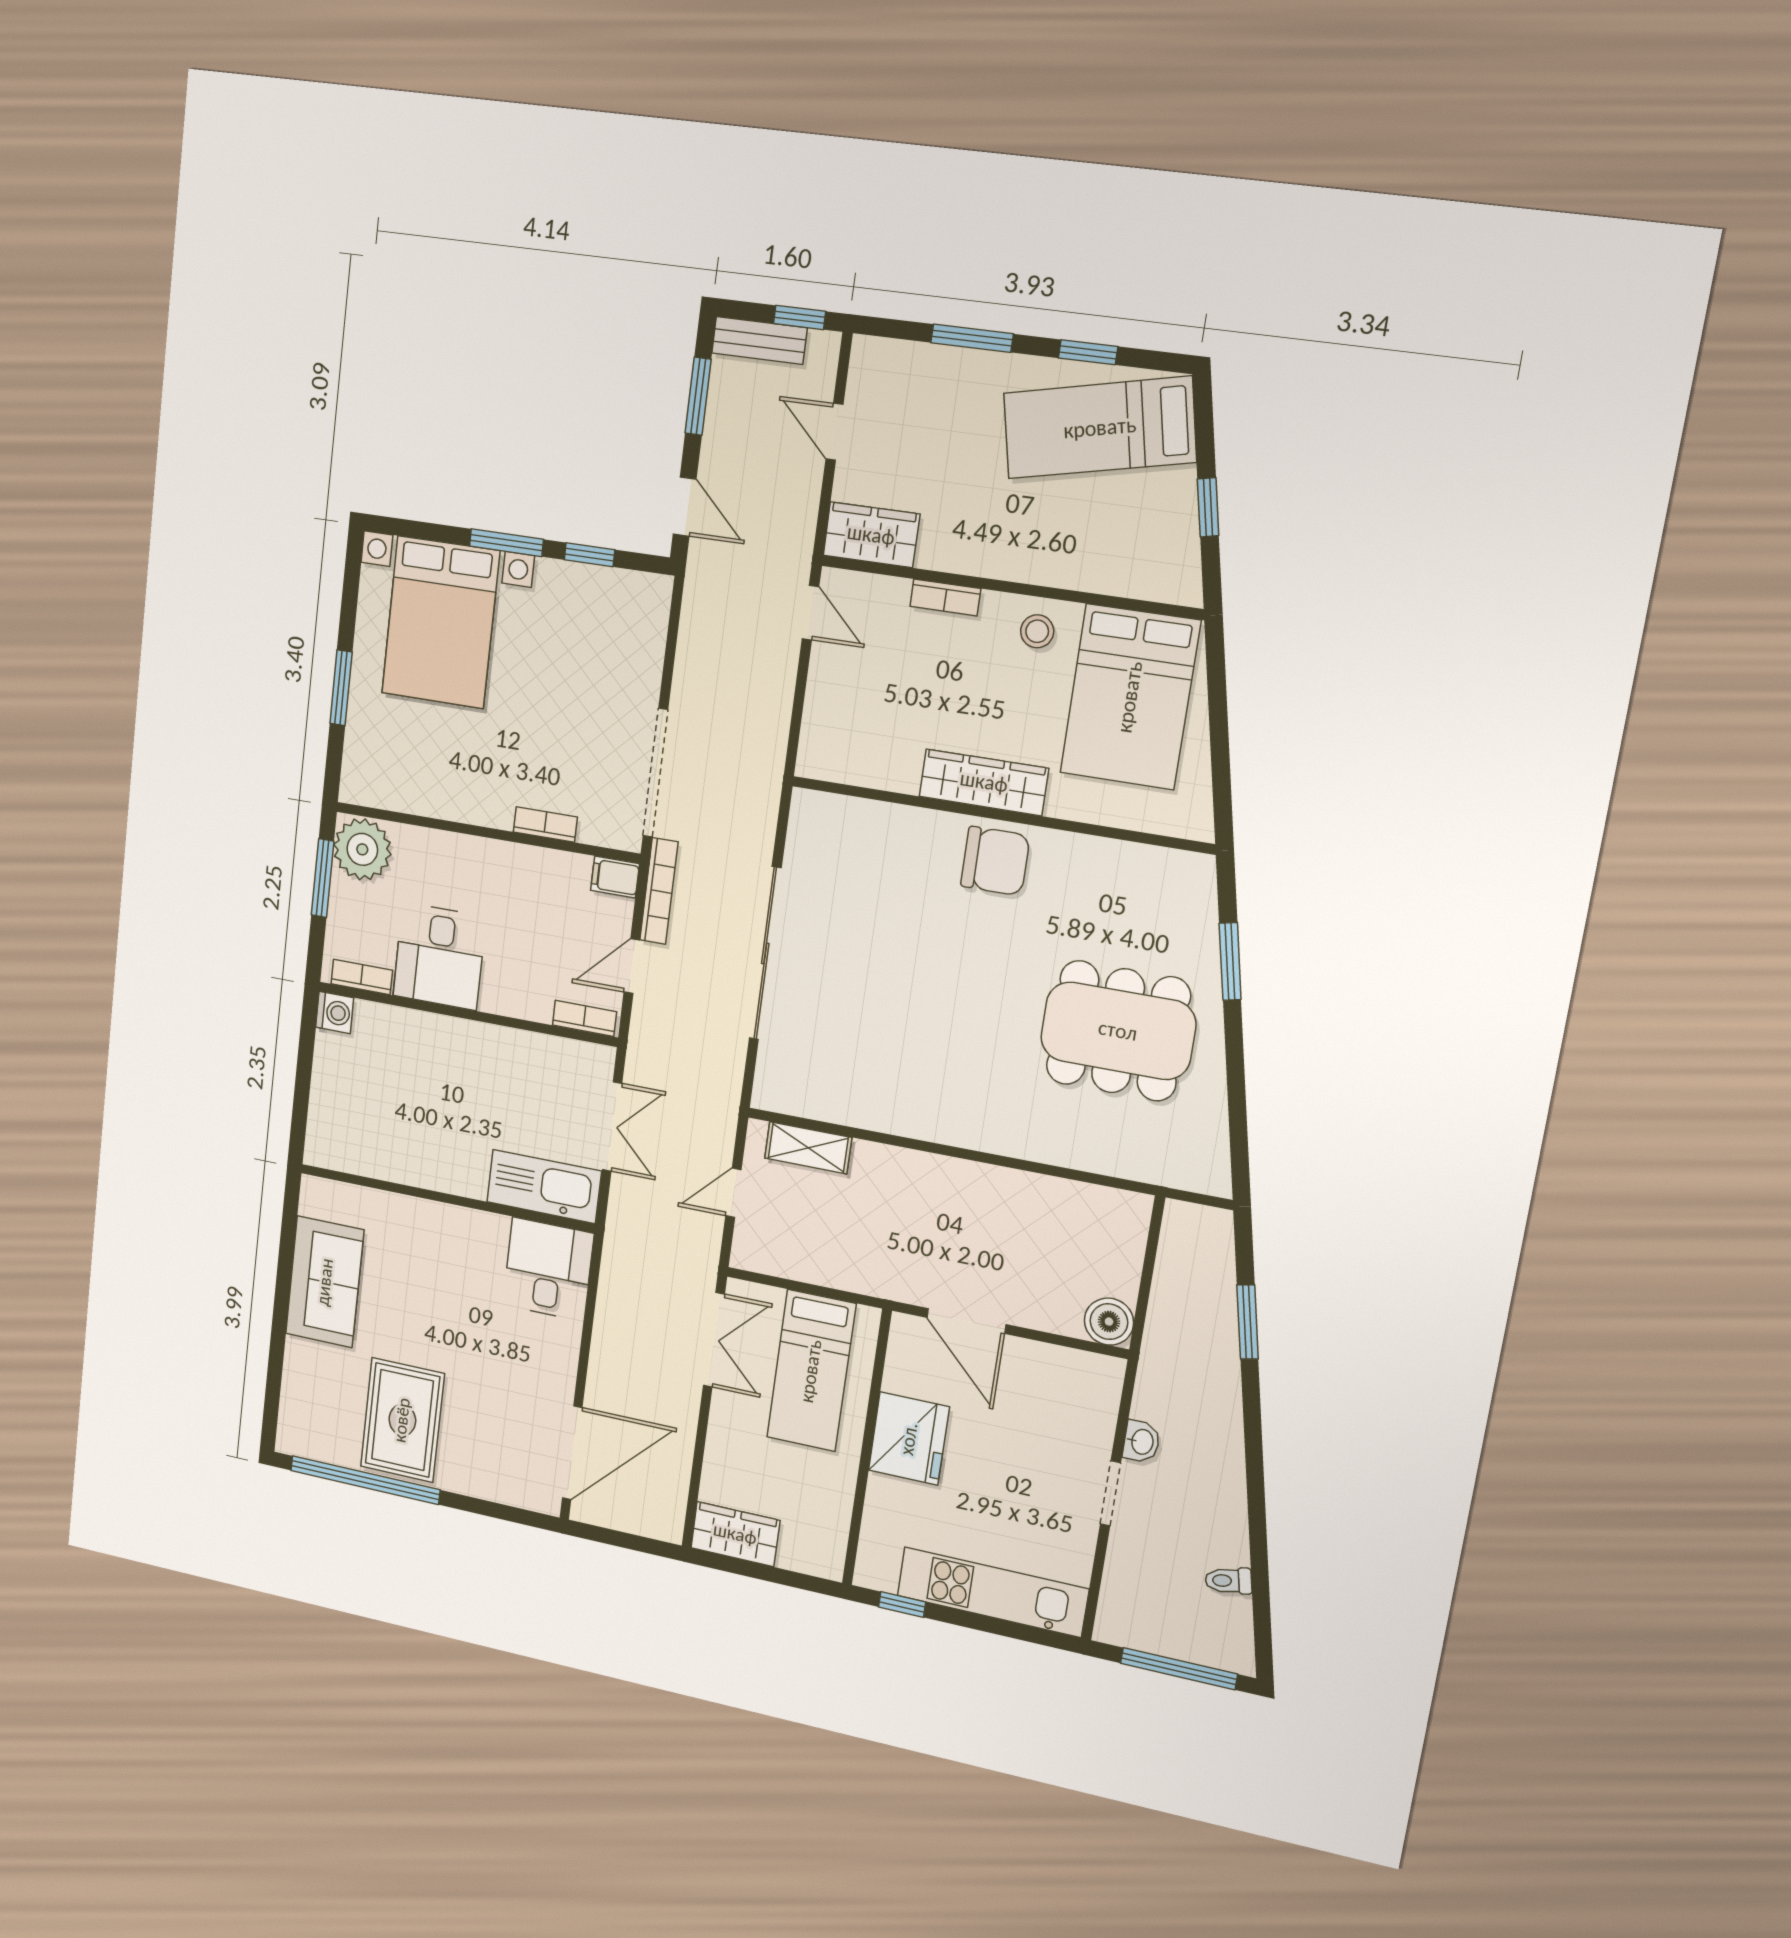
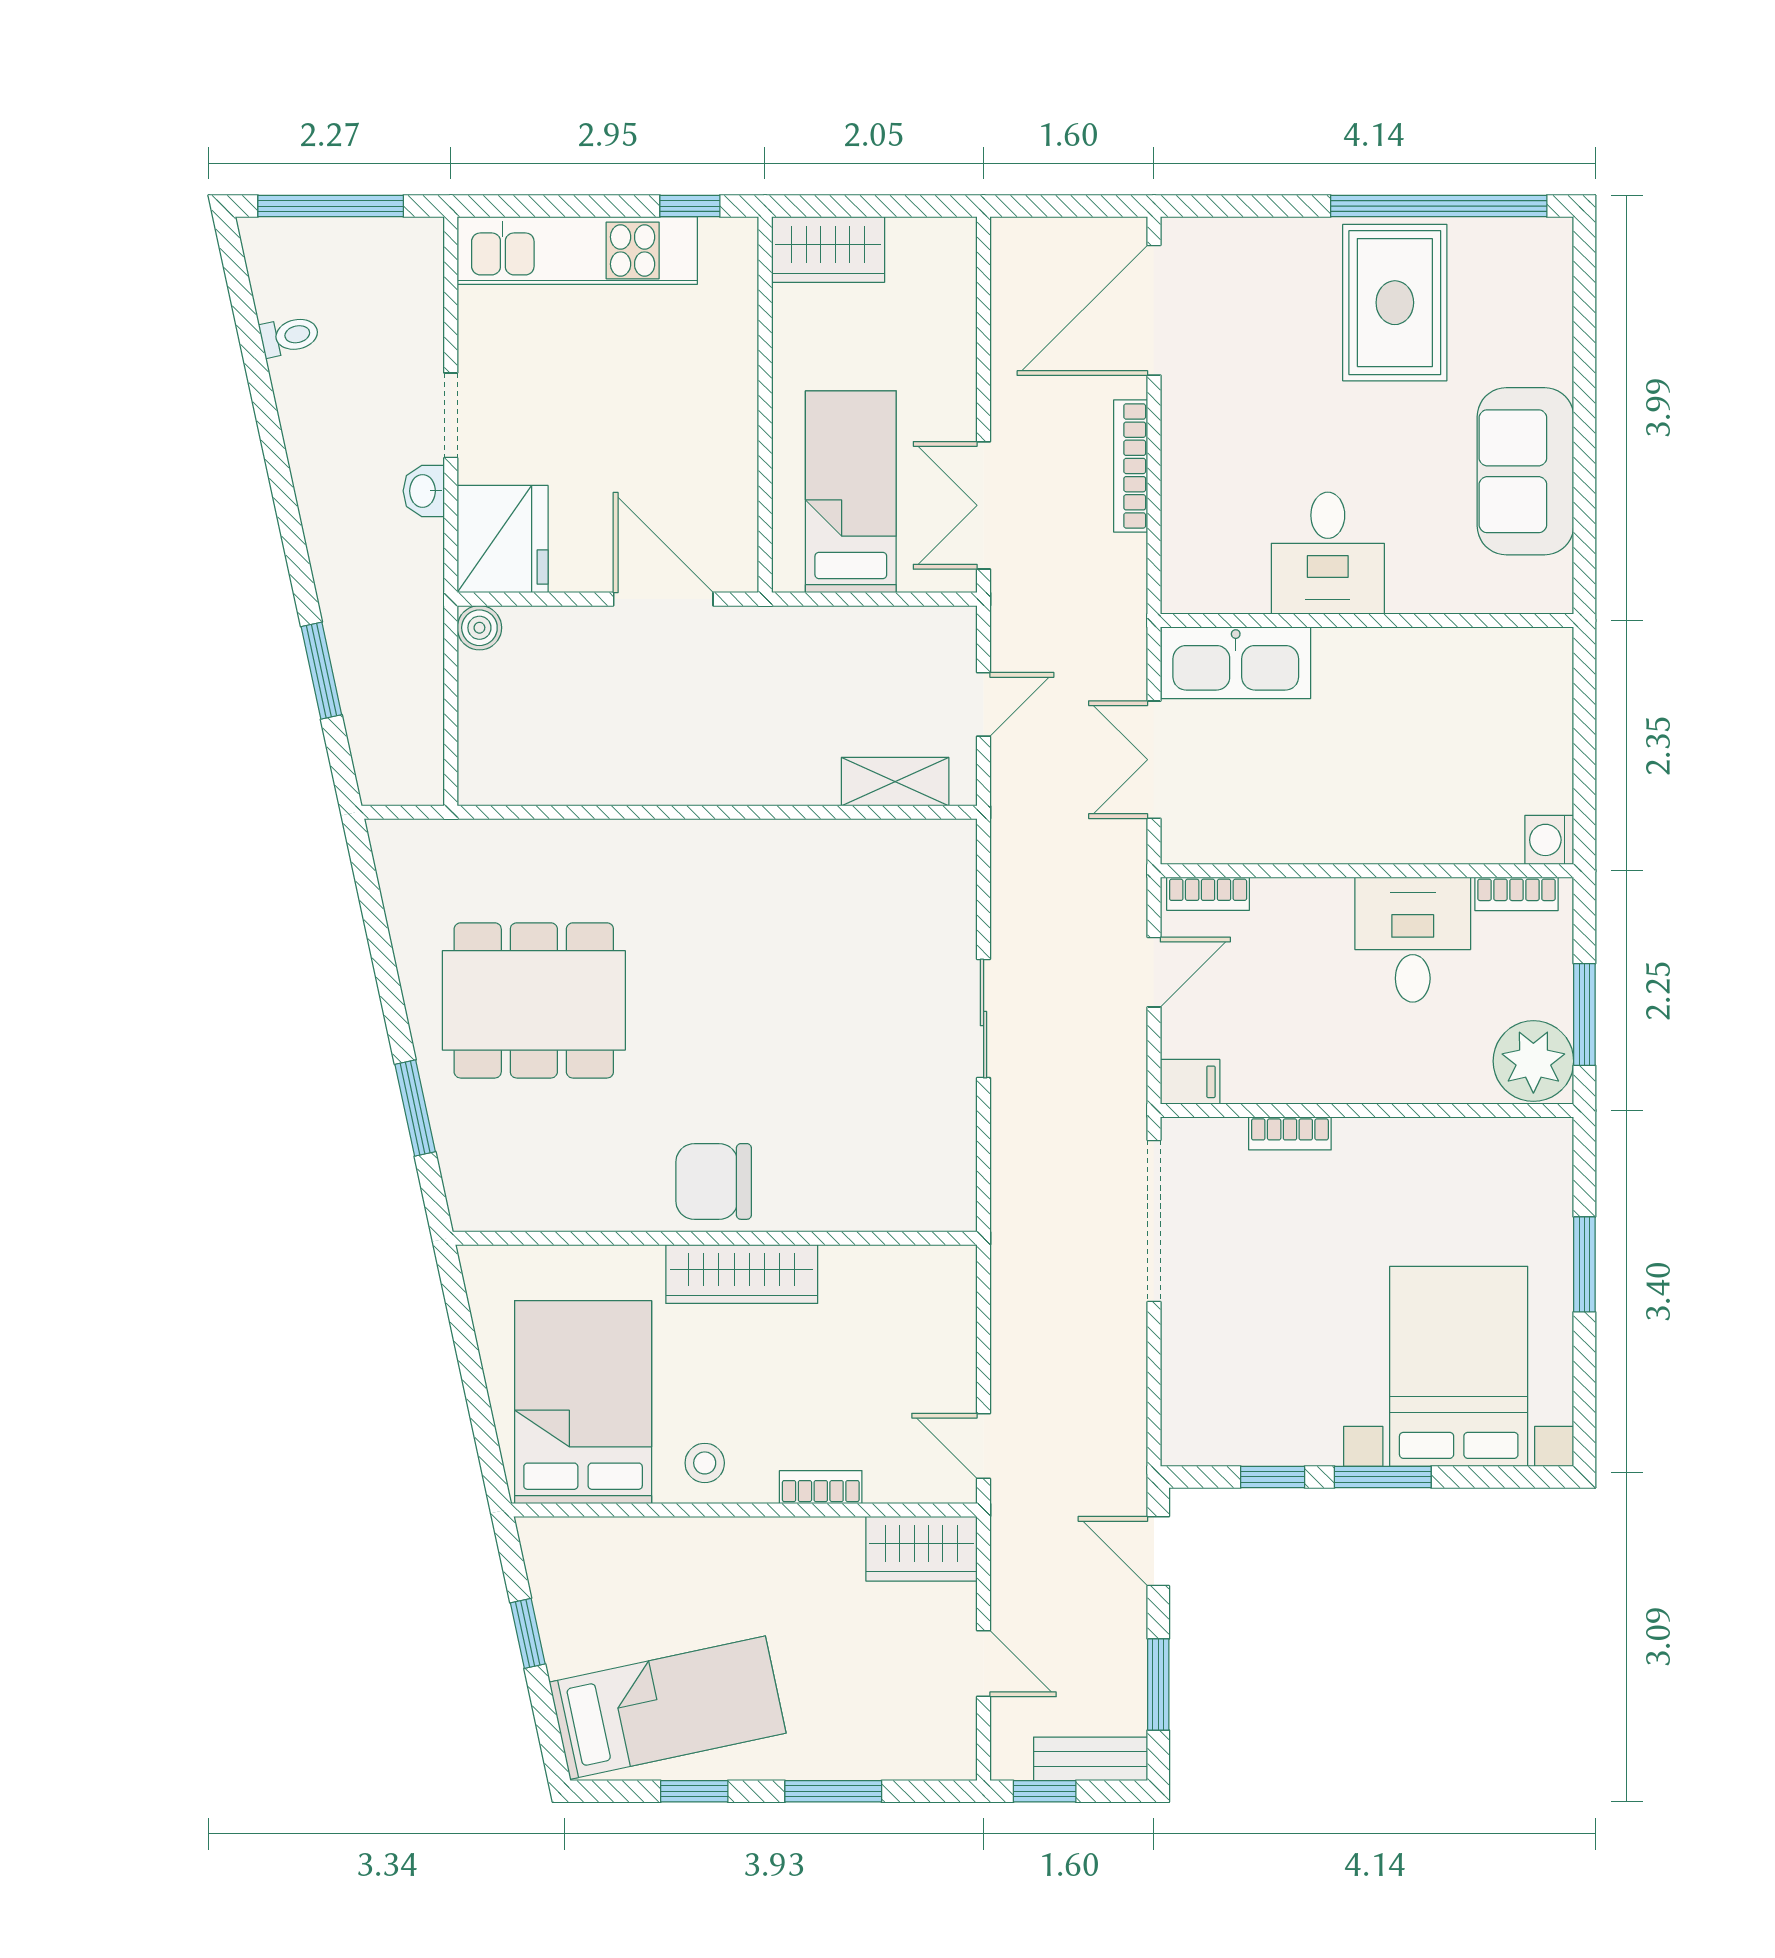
bookcase: (659, 891) -> (1131, 466), moved
sliding door: (765, 953) -> (984, 1019), width x0.54
desk: (548, 1269) -> (1328, 553), moved
boiler: (1109, 1322) -> (479, 628), width x0.73, depth x0.73
fridge: (909, 1439) -> (503, 539), moved, turned 180
wardrobe: (735, 1534) -> (828, 249), moved

